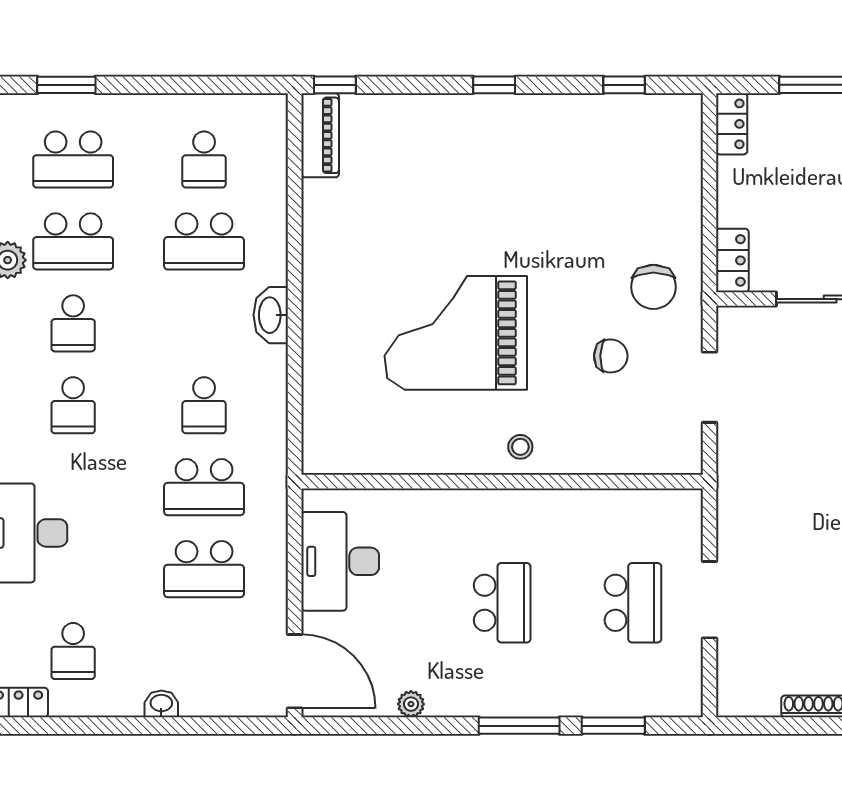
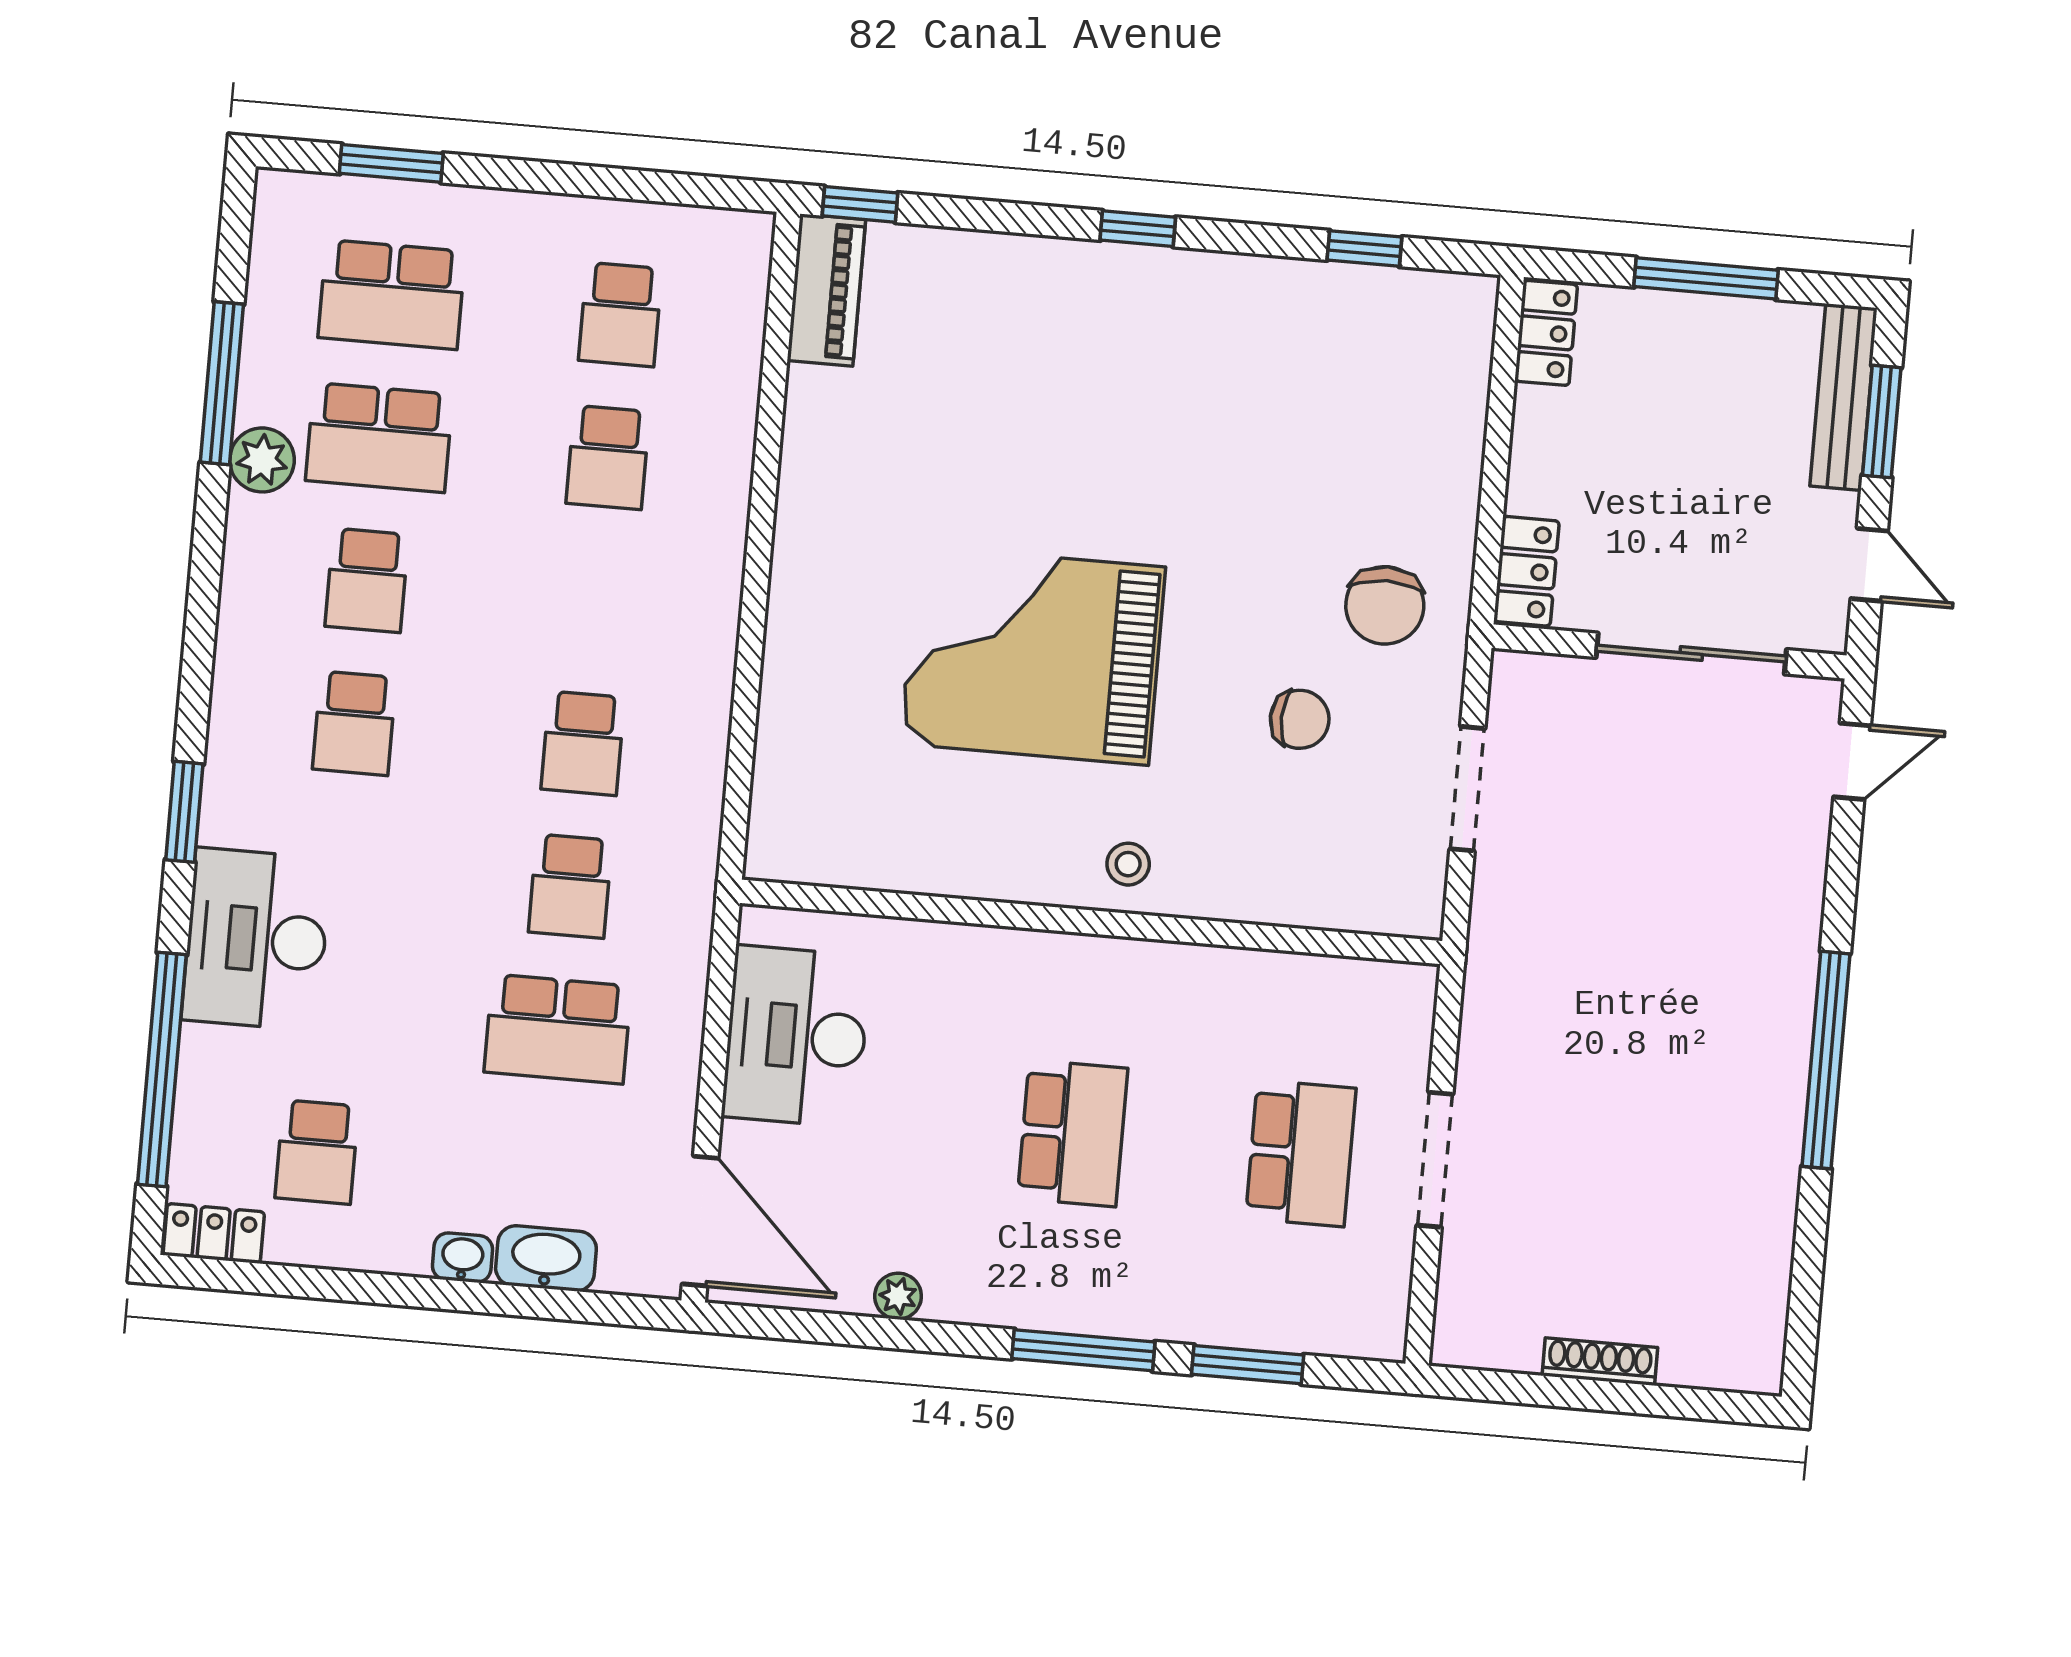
school desk: (204, 241) -> (608, 457), width x0.54
washbasin: (271, 315) -> (546, 1258), moved, turned 90
school desk: (204, 487) -> (570, 886), width x0.54

